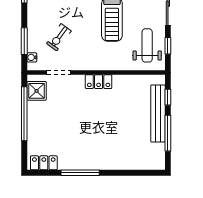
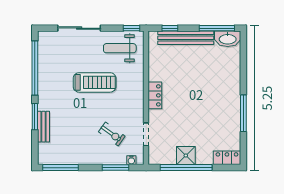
window: (168, 46) -> (132, 28), moved
shower: (37, 91) -> (186, 156), moved
window: (168, 133) -> (217, 28), moved
washbasin: (157, 157) -> (228, 39), added
locker: (44, 163) -> (227, 158), moved, turned 90

